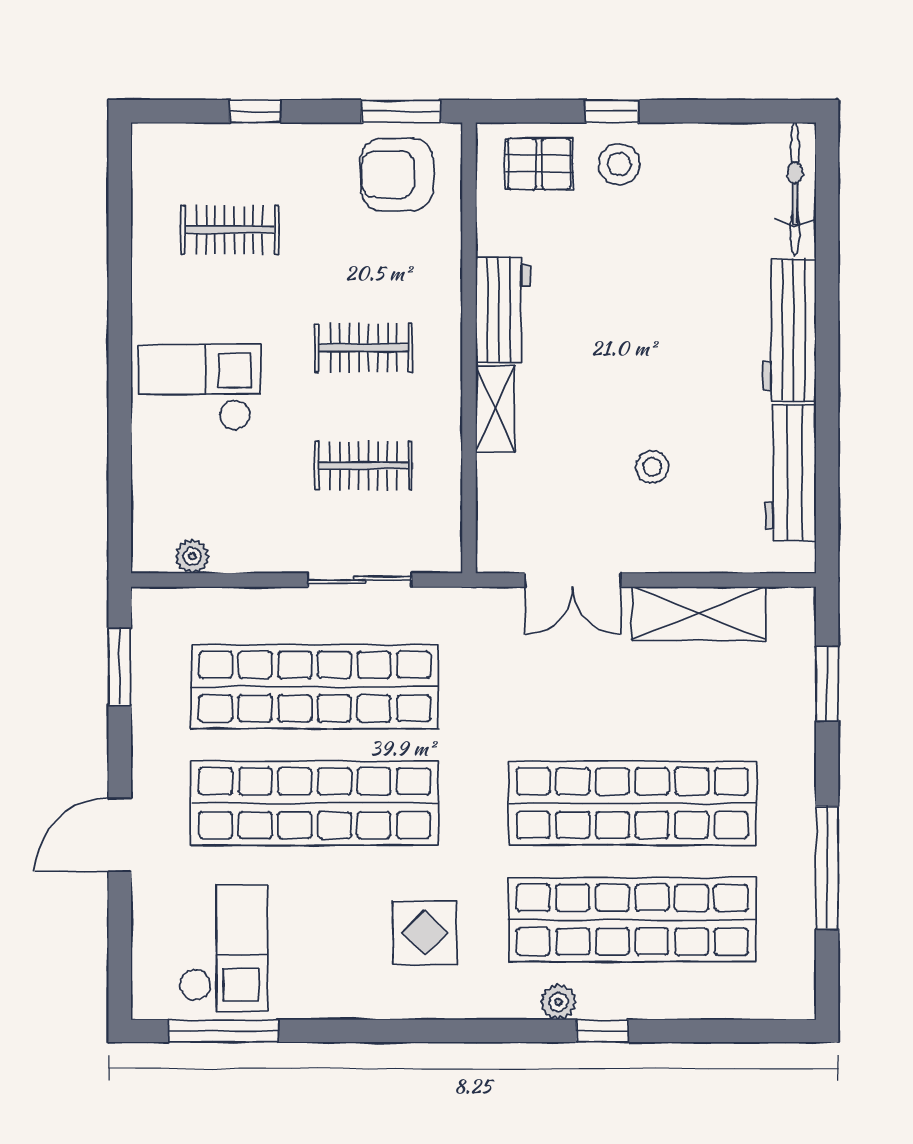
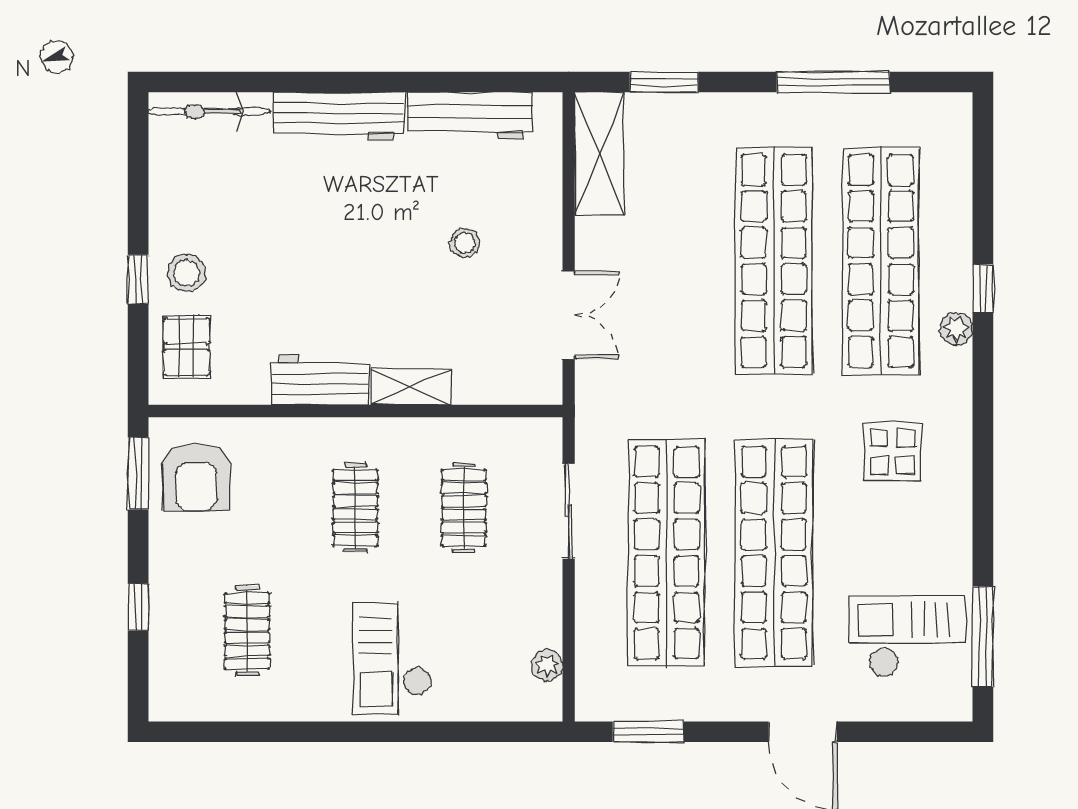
shelving: (699, 613) -> (599, 154), moved

